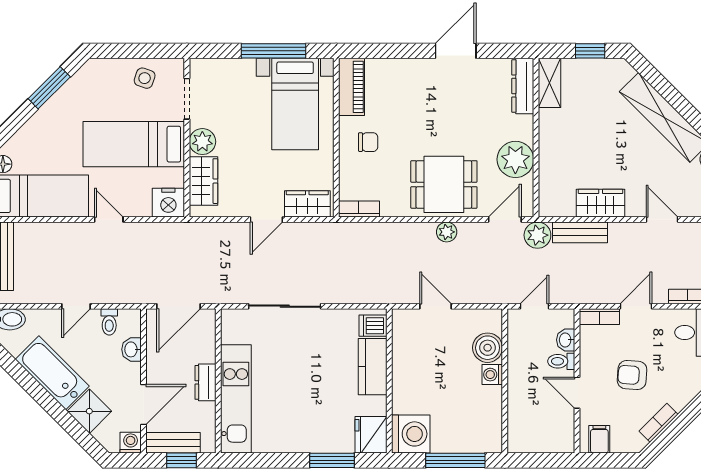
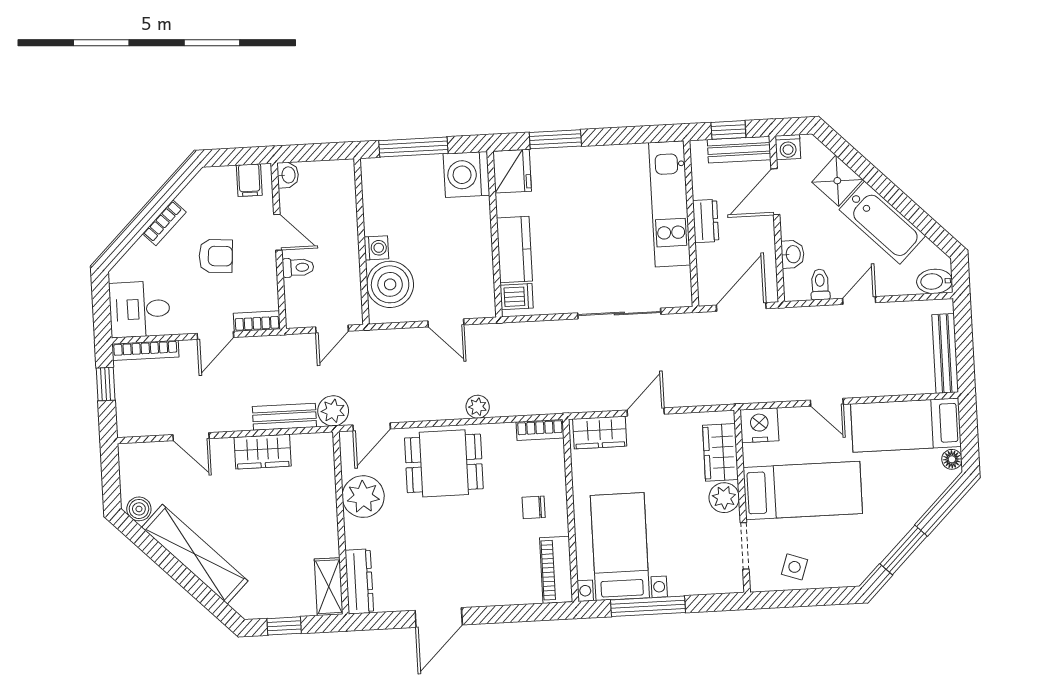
plant: (447, 232) -> (478, 407), moved
washbasin: (566, 340) -> (288, 175), moved
boiler: (488, 348) -> (390, 284), width x1.37, depth x1.37
bookcase: (659, 423) -> (164, 223), moved

